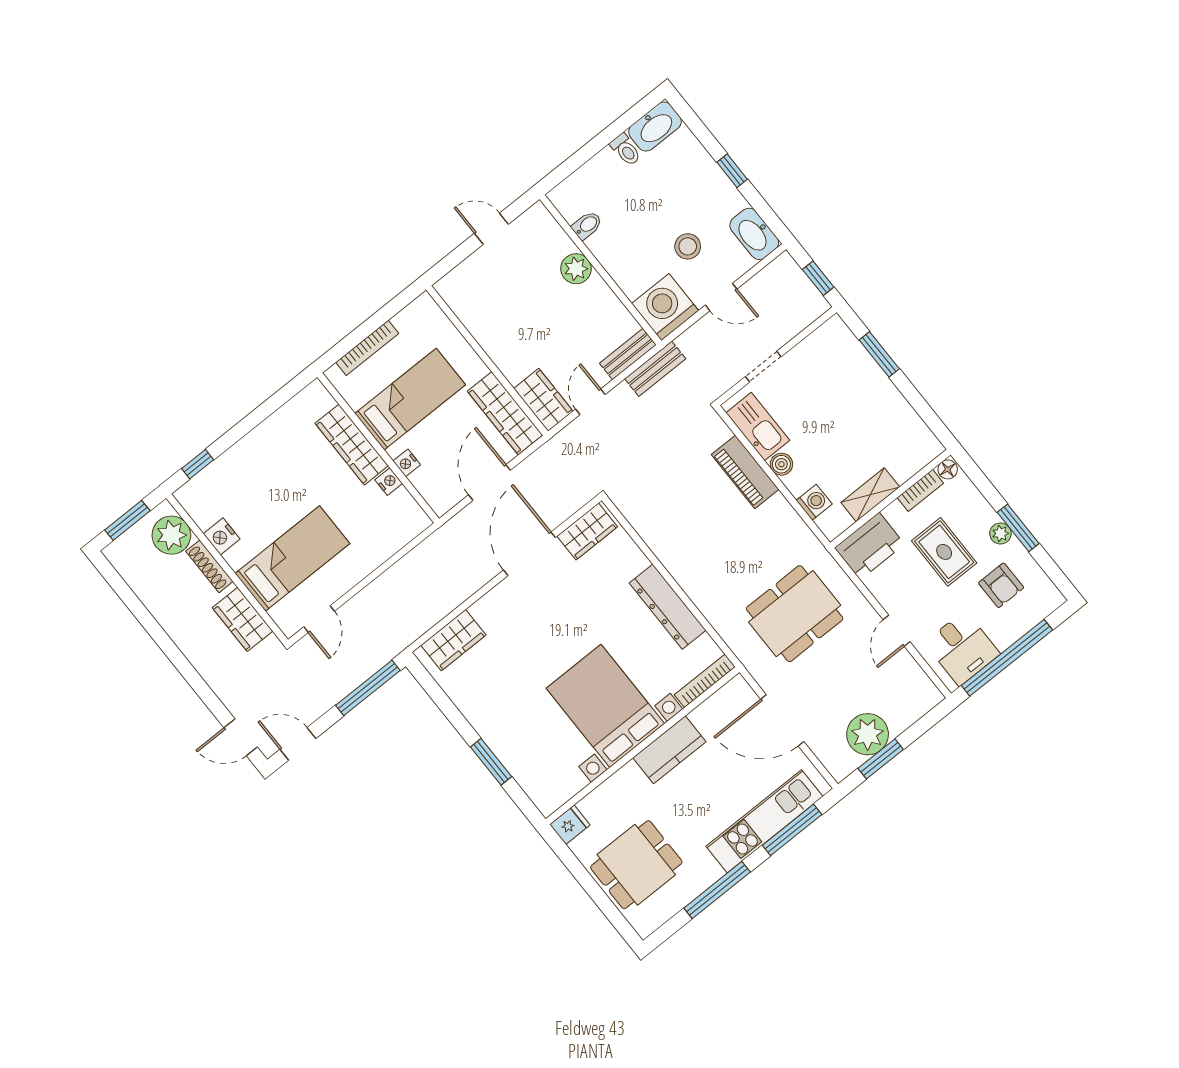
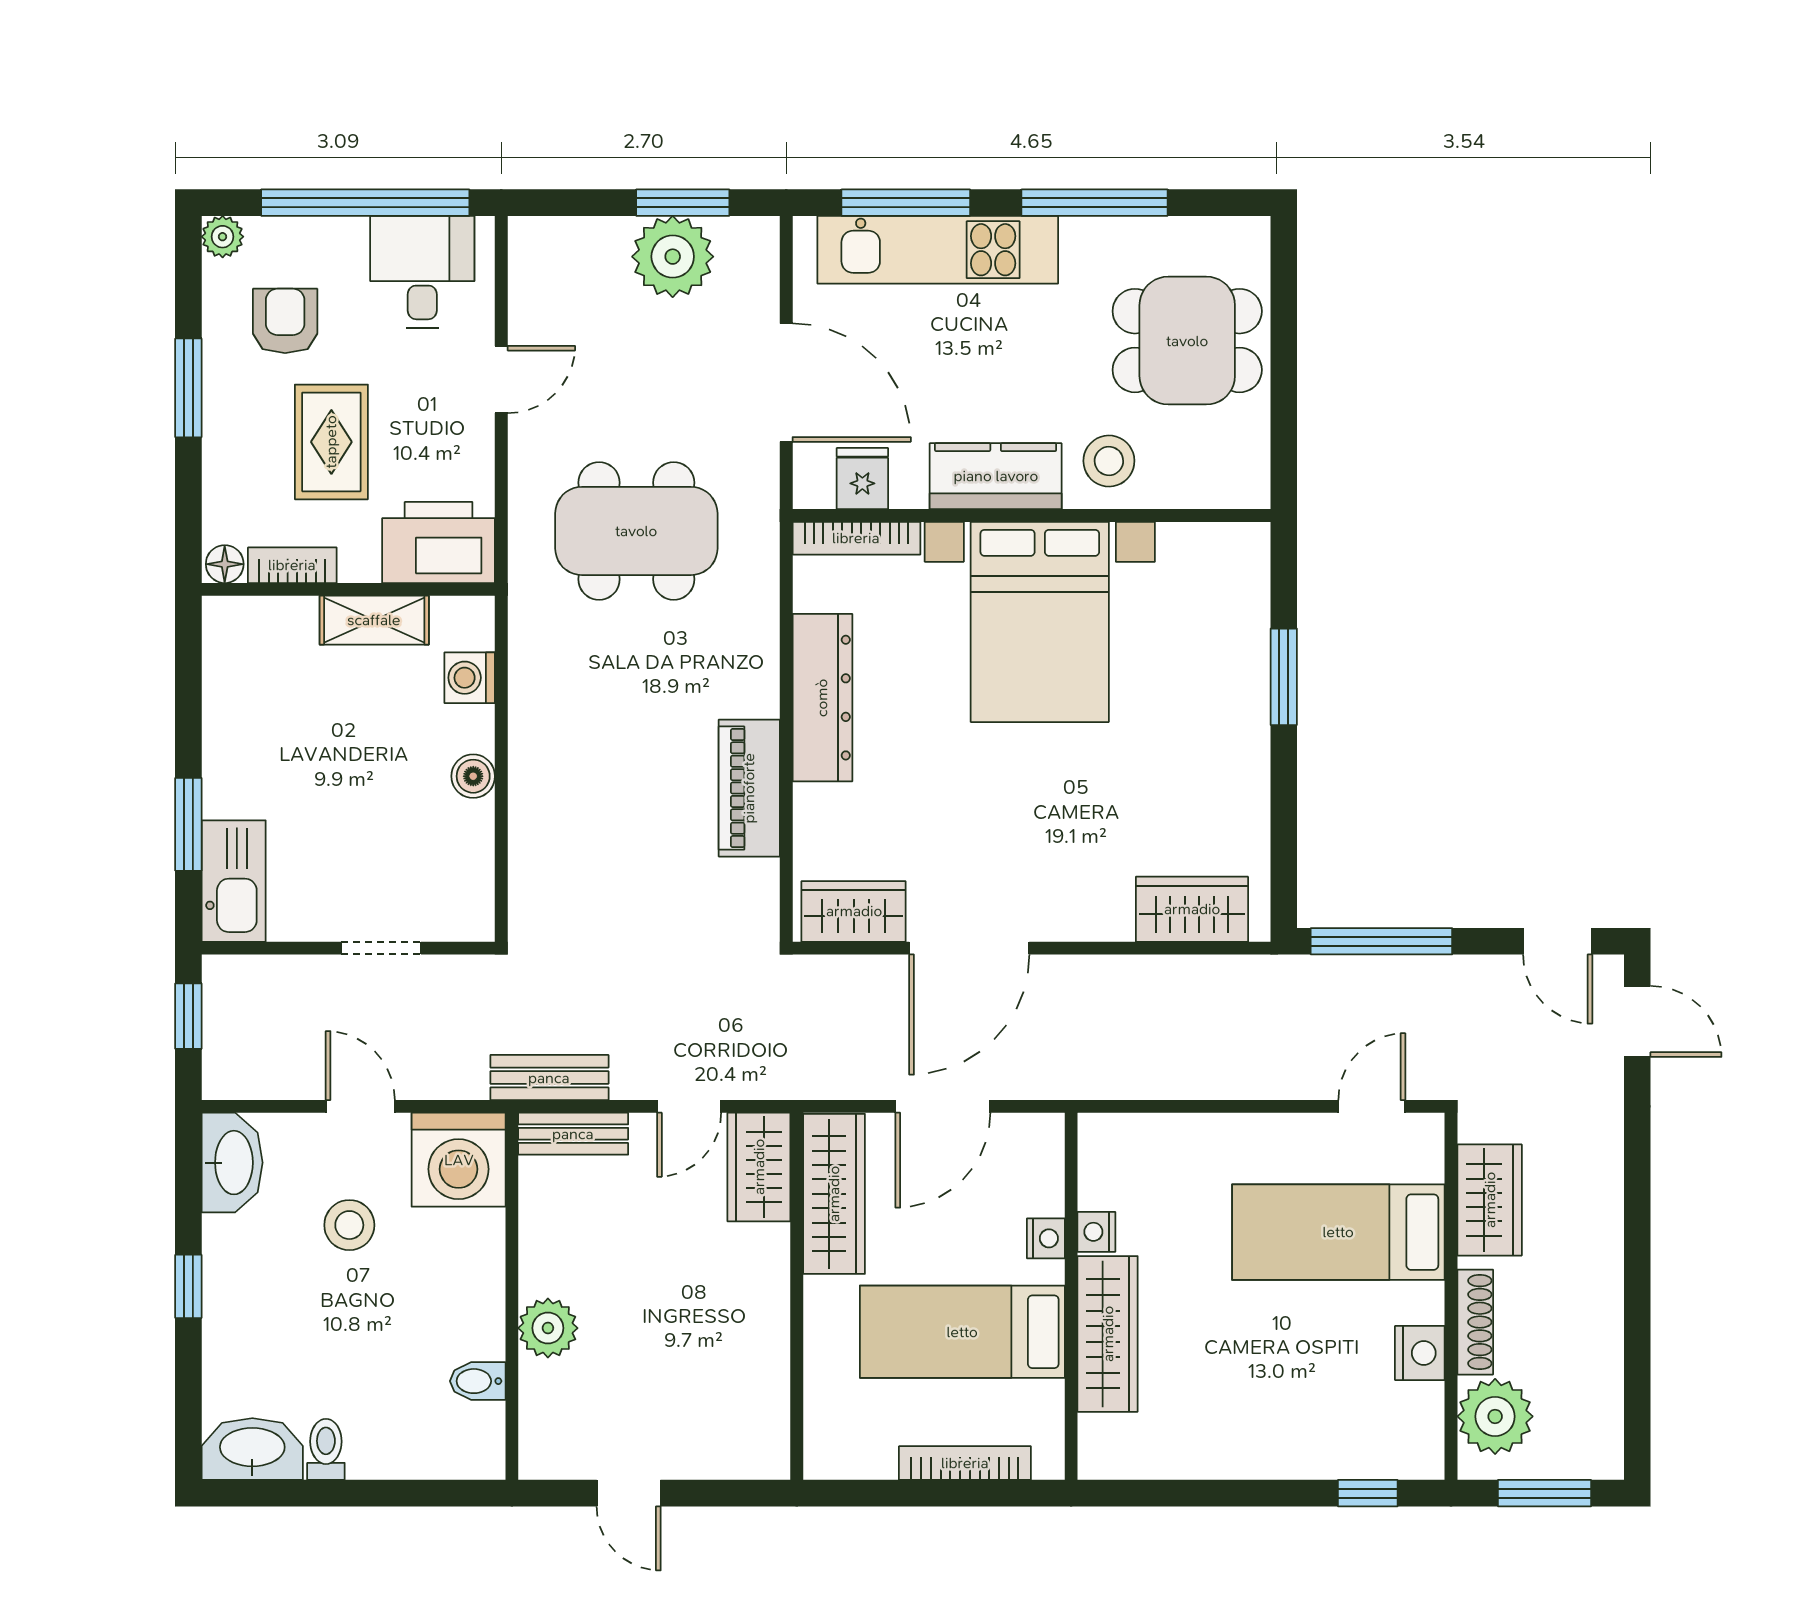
kitchen sink: (758, 426) -> (234, 881), moved, turned 180
piano: (745, 472) -> (749, 788), moved, turned 180
plant: (1000, 533) -> (223, 237), moved
stool: (629, 792) -> (1109, 461), added
fridge: (570, 825) -> (862, 479), moved, turned 90

